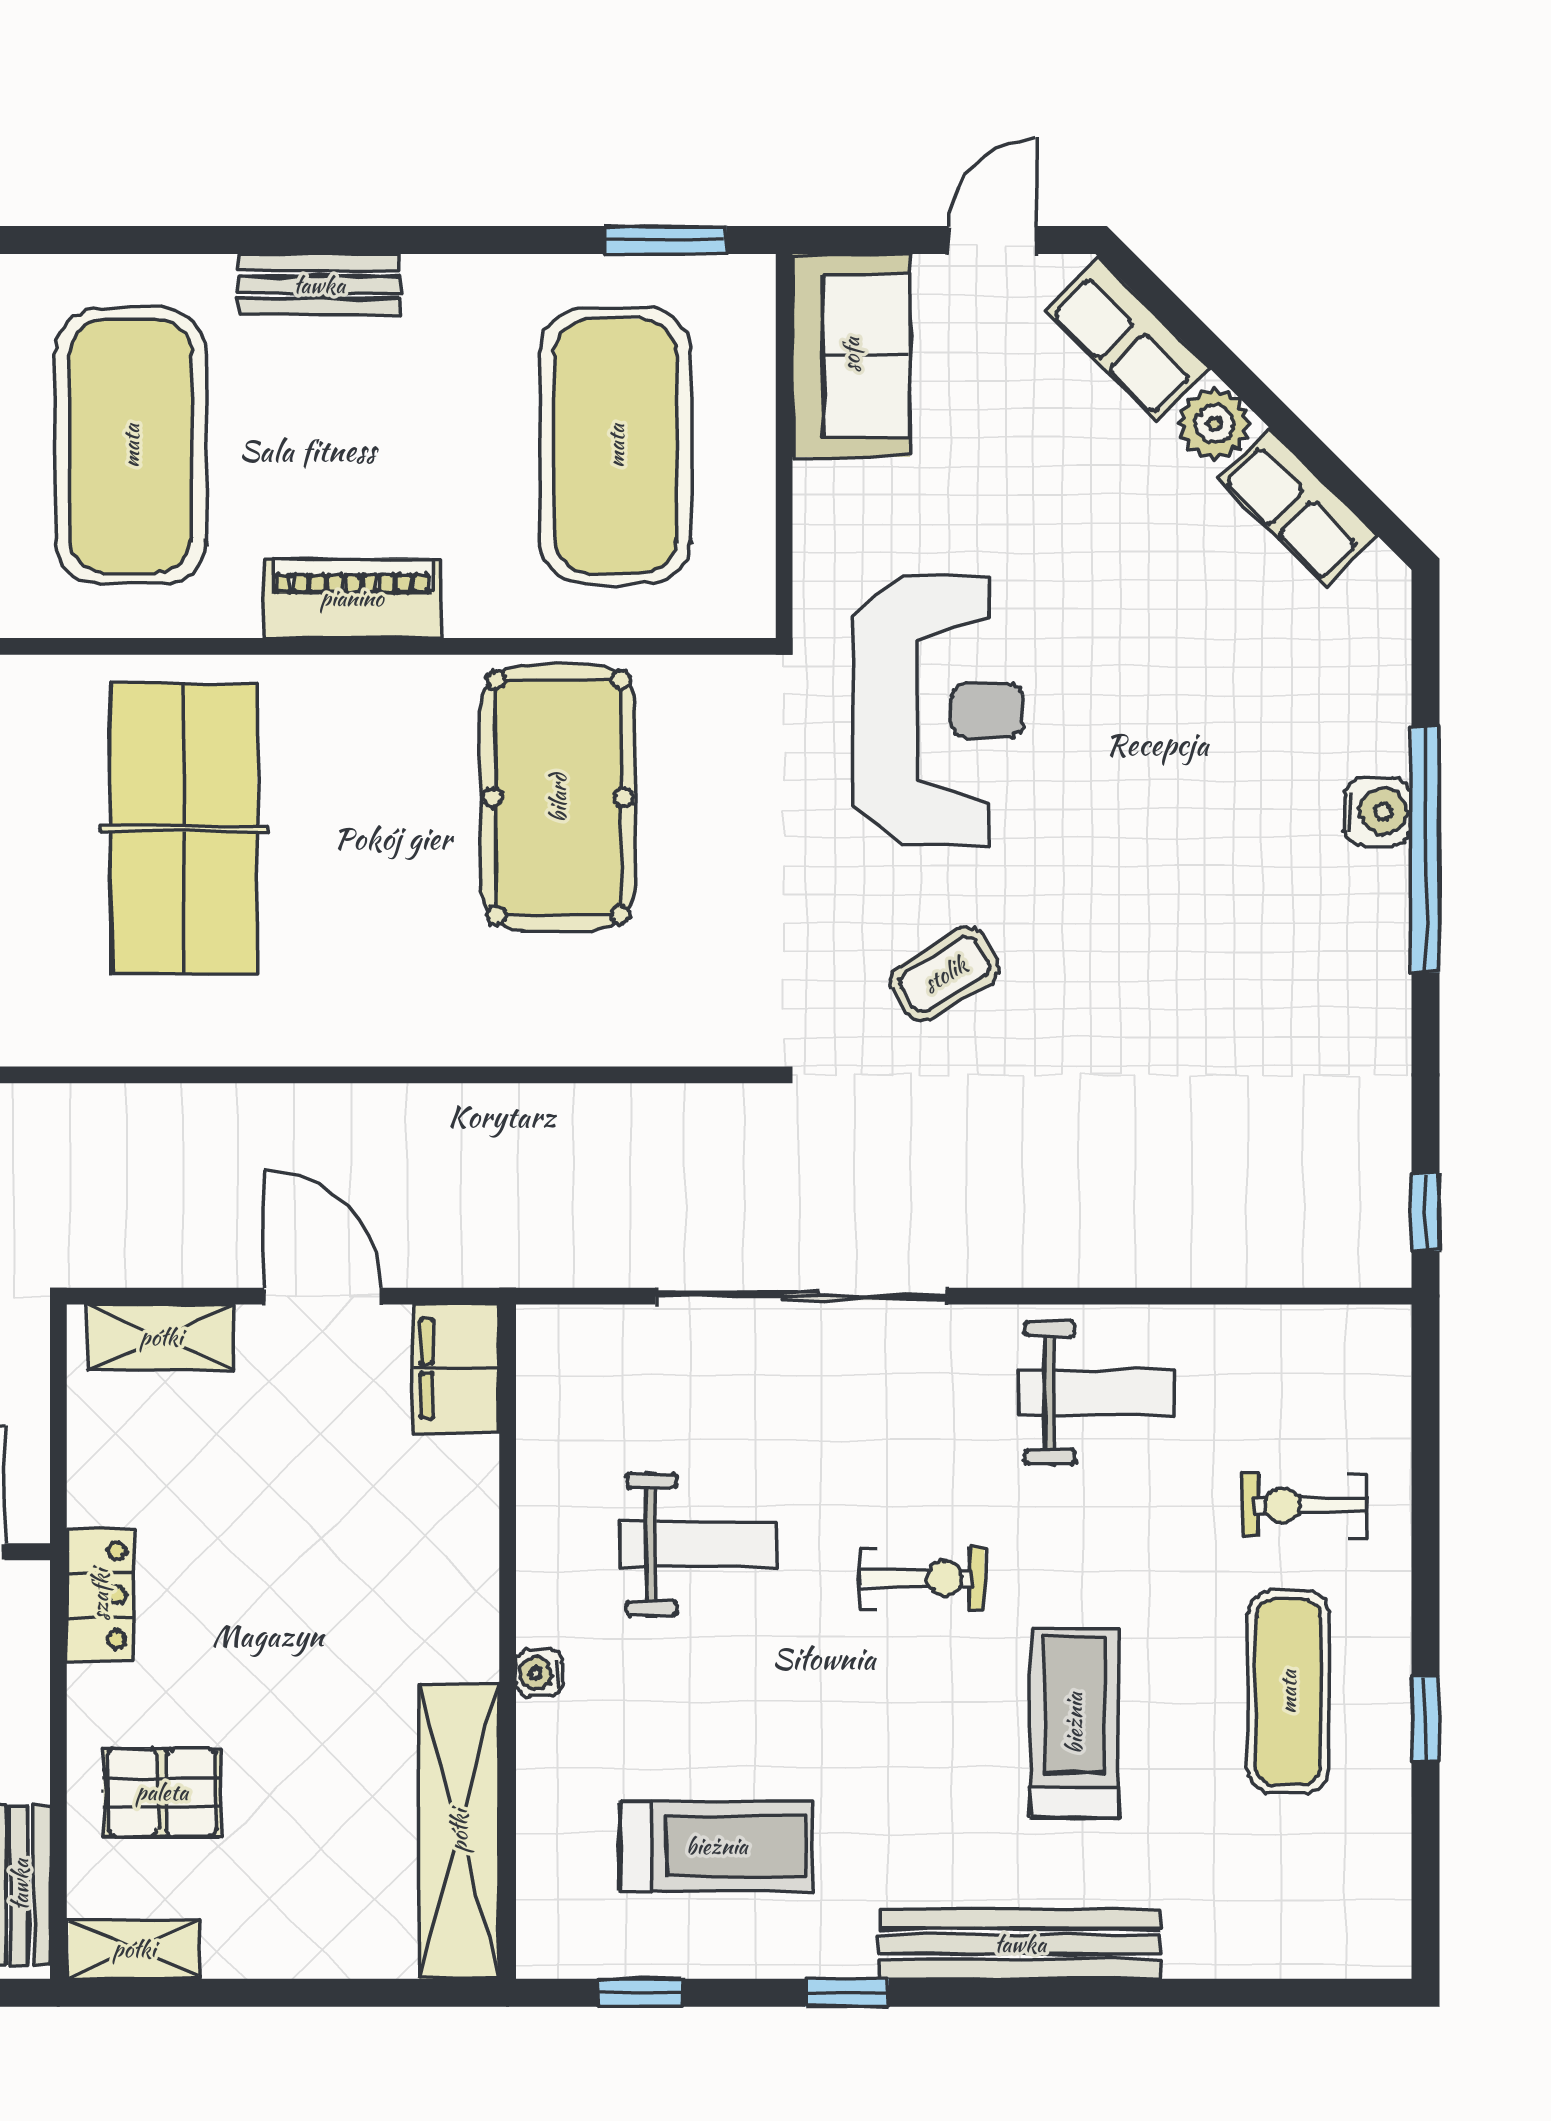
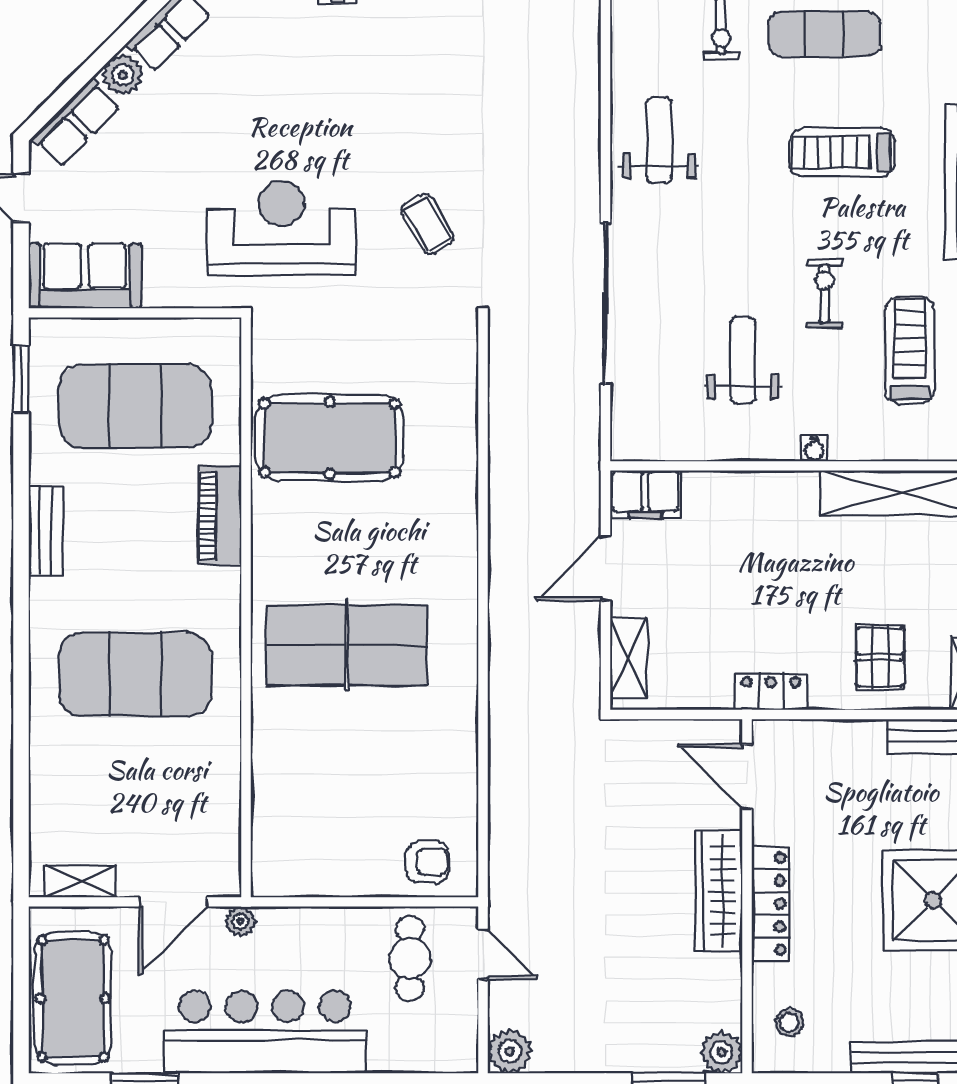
bench: (319, 285) -> (46, 530), moved
piano: (352, 598) -> (219, 515), moved
exercise bike: (922, 1579) -> (825, 294), moved

